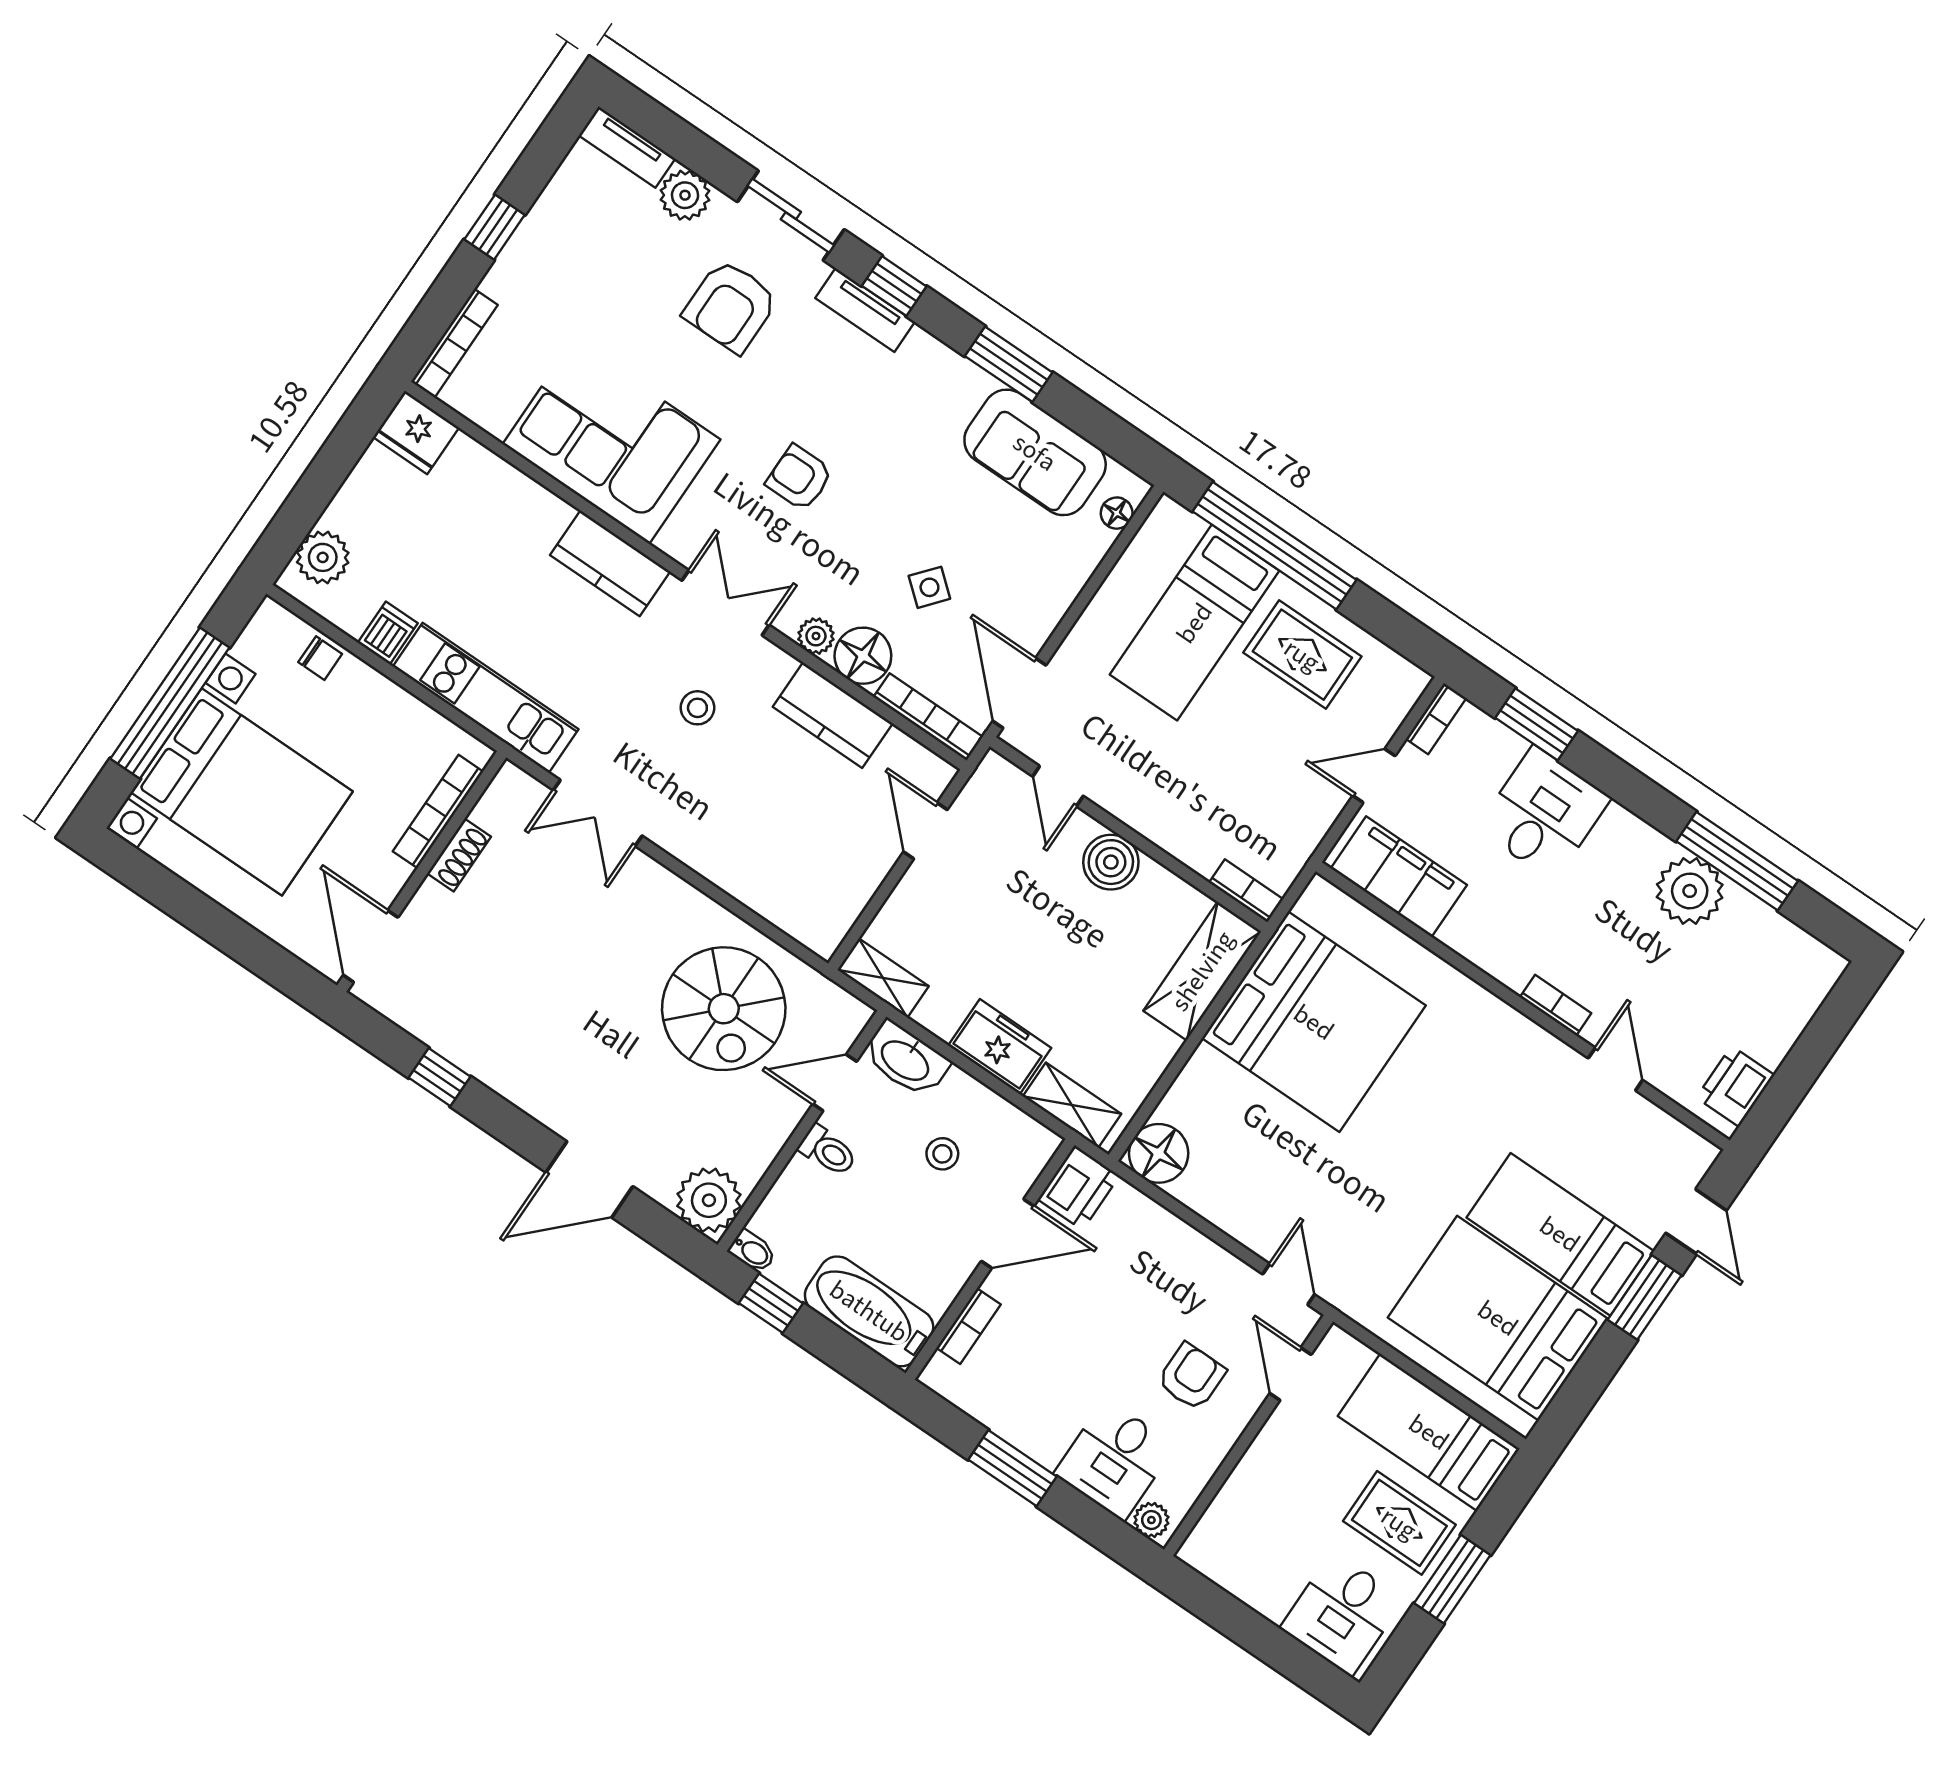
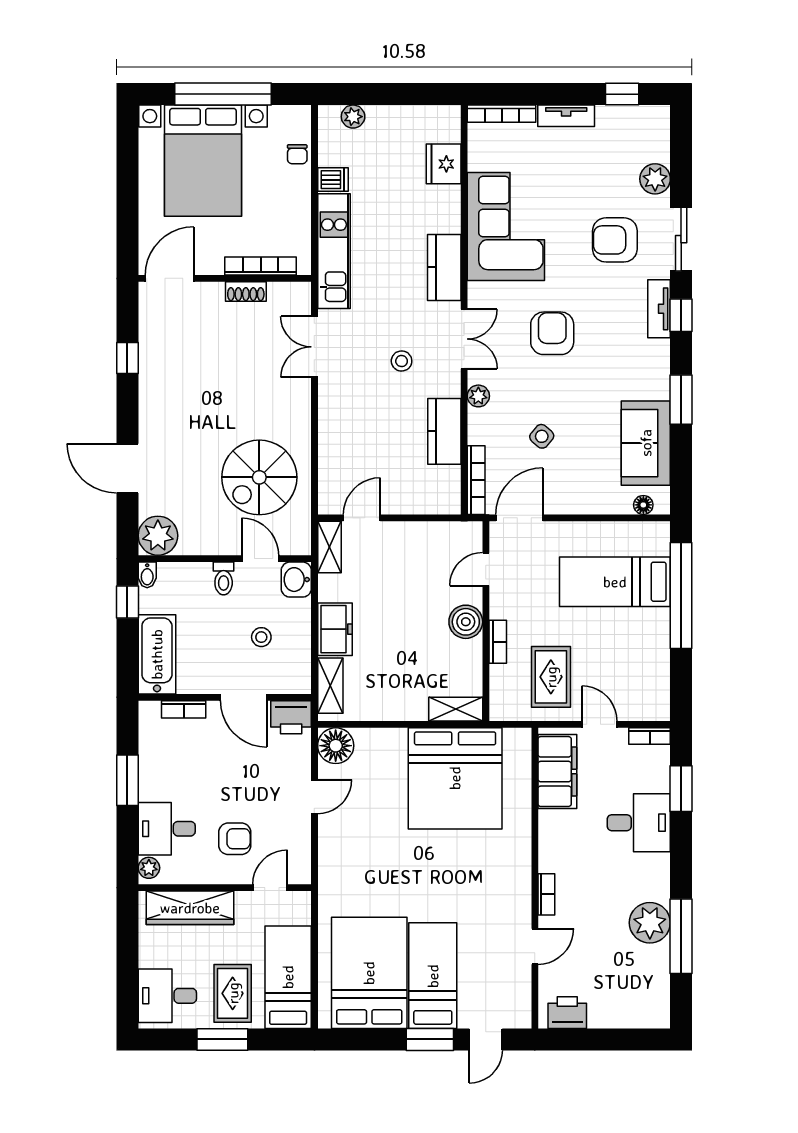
tv unit: (627, 147) -> (566, 116), moved, turned -90
window: (495, 227) -> (622, 94), moved
fridge: (416, 432) -> (444, 164), moved
armchair: (799, 478) -> (552, 333), width x1.38, depth x1.38
plant: (323, 557) -> (353, 117), width x0.73, depth x0.73
rug: (1302, 655) -> (551, 677), moved
floor lamp: (863, 656) -> (485, 426), removed
door: (925, 831) -> (362, 518), moved
bookcase: (1246, 891) -> (498, 642), moved
shelving: (1202, 971) -> (456, 709), width x0.67, depth x0.75
washbasin: (906, 1059) -> (296, 580), width x0.72
door: (1289, 1284) -> (314, 797), moved
wardrobe: (1244, 1501) -> (190, 908), added

